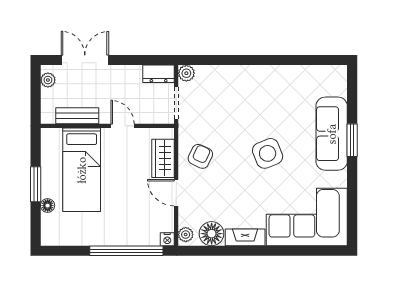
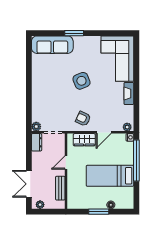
sofa: (332, 134) -> (52, 45), moved
bed: (82, 170) -> (110, 176), moved, turned 180
floor lamp: (212, 234) -> (127, 112), removed

